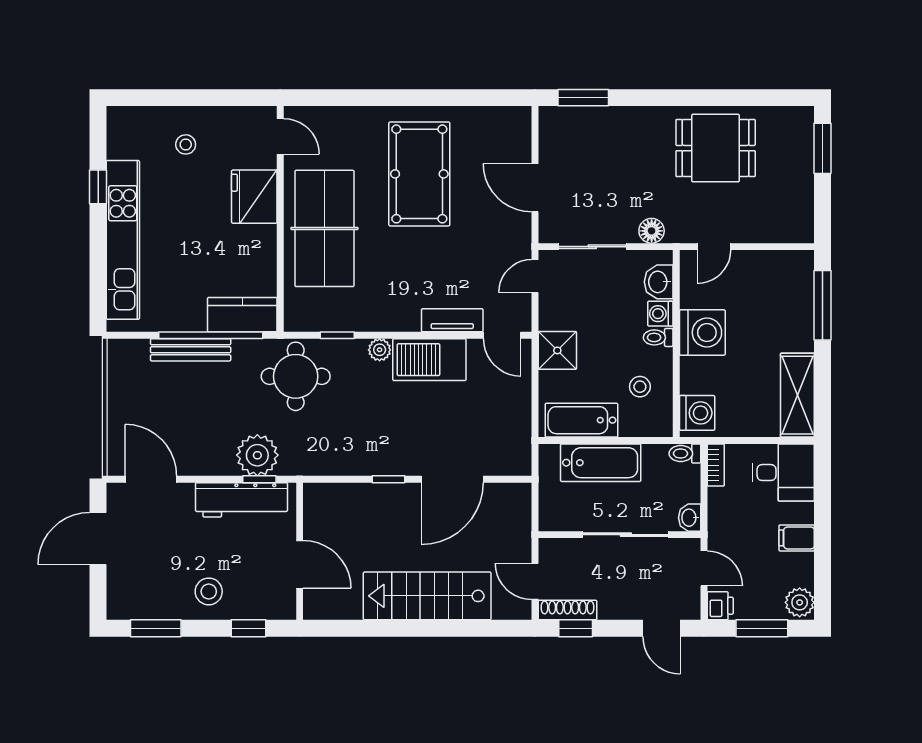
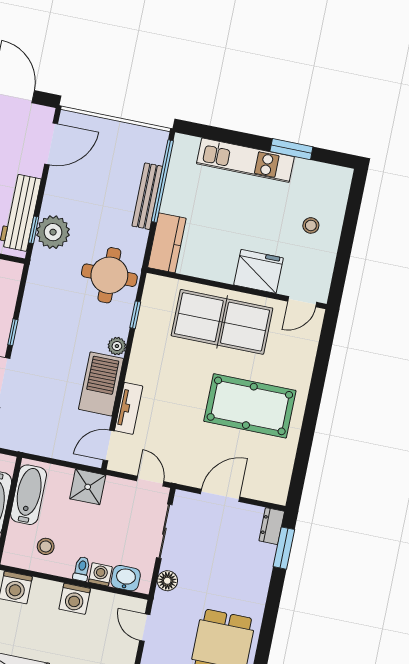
dresser: (559, 118) -> (272, 526), added
window: (98, 187) -> (291, 149), width x1.50
kitchen unit: (123, 240) -> (245, 160), width x0.73
washing machine: (702, 332) -> (75, 599), width x0.73, depth x0.73
window: (211, 335) -> (162, 181), moved

